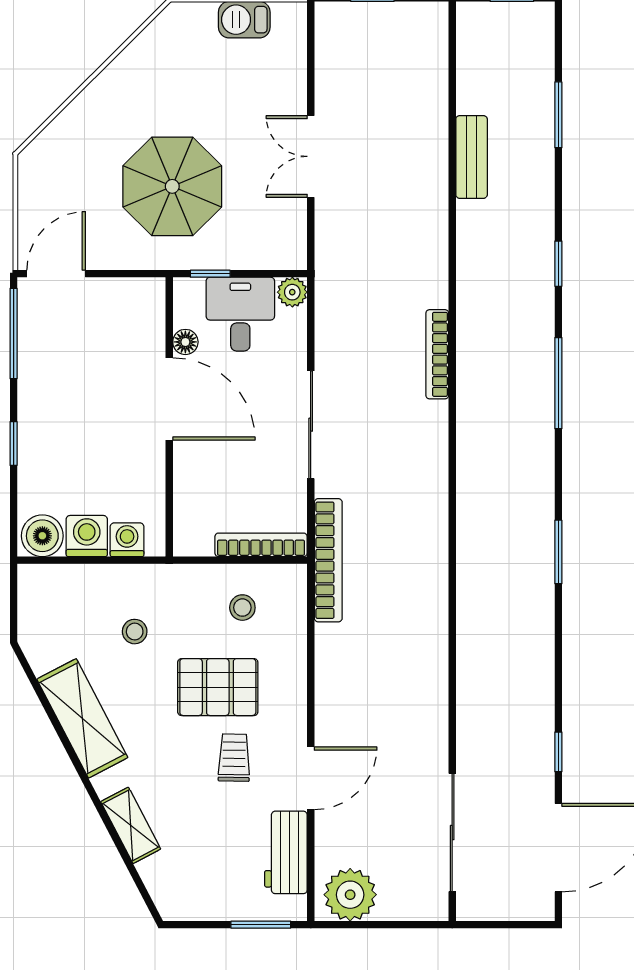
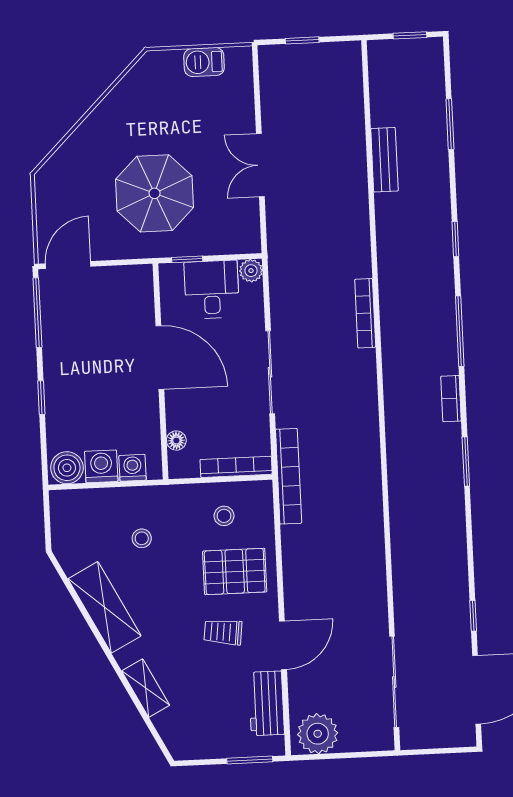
floor lamp: (185, 342) -> (176, 441), moved
bookcase: (543, 470) -> (451, 399), added
pallet: (218, 687) -> (235, 571), moved
trolley: (234, 758) -> (223, 632), turned -84

